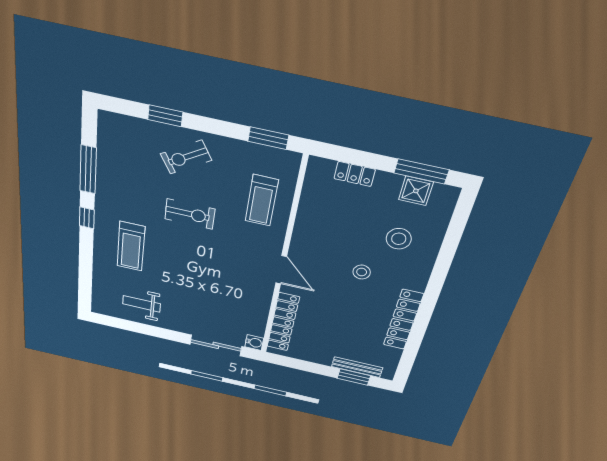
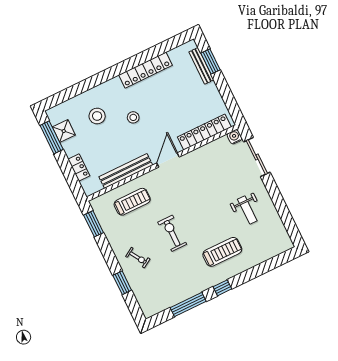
exercise bike: (186, 157) -> (138, 258), width x0.73, depth x0.72
bench: (305, 220) -> (126, 171), added
weight bench: (141, 304) -> (247, 210), moved

